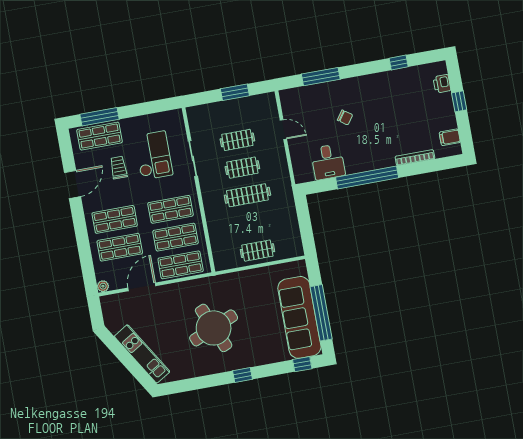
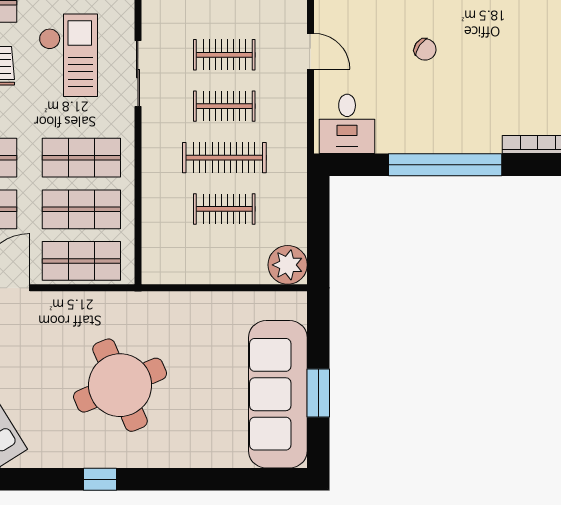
desk: (328, 162) -> (347, 124), moved
plant: (292, 247) -> (288, 265), added
clothes rail: (257, 251) -> (224, 209), moved
window: (321, 313) -> (318, 393), width x0.47
window: (302, 364) -> (268, 479), removed
window: (243, 375) -> (100, 479), moved

